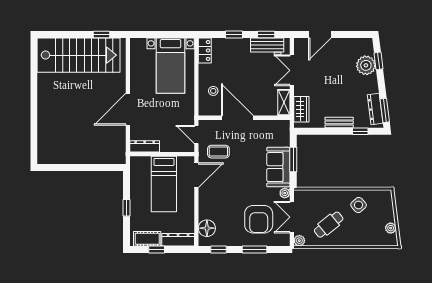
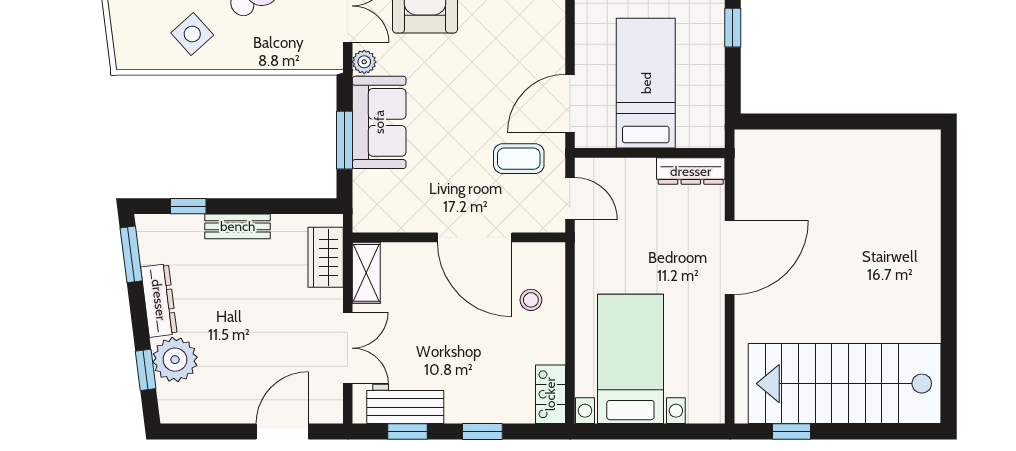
dresser: (375, 109) -> (159, 300), moved

